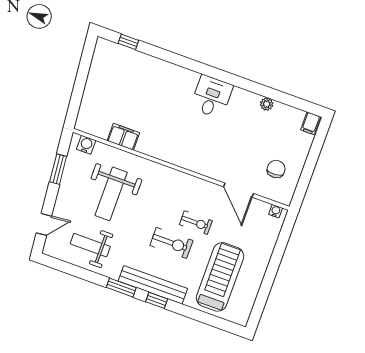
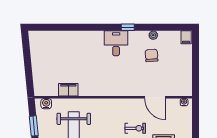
window: (128, 42) -> (128, 27), moved
chair: (276, 169) -> (151, 55), moved

